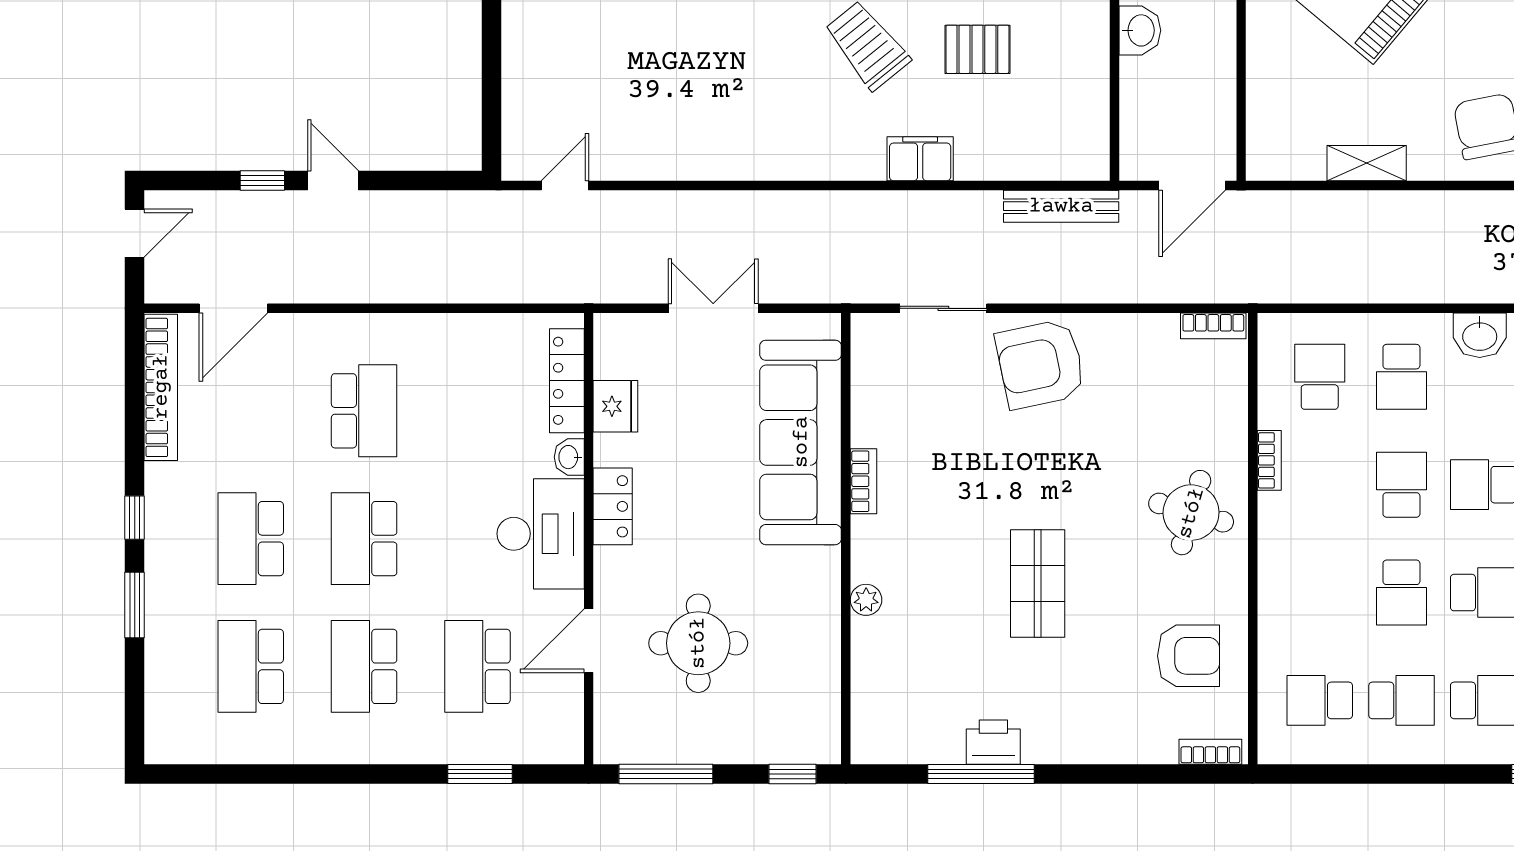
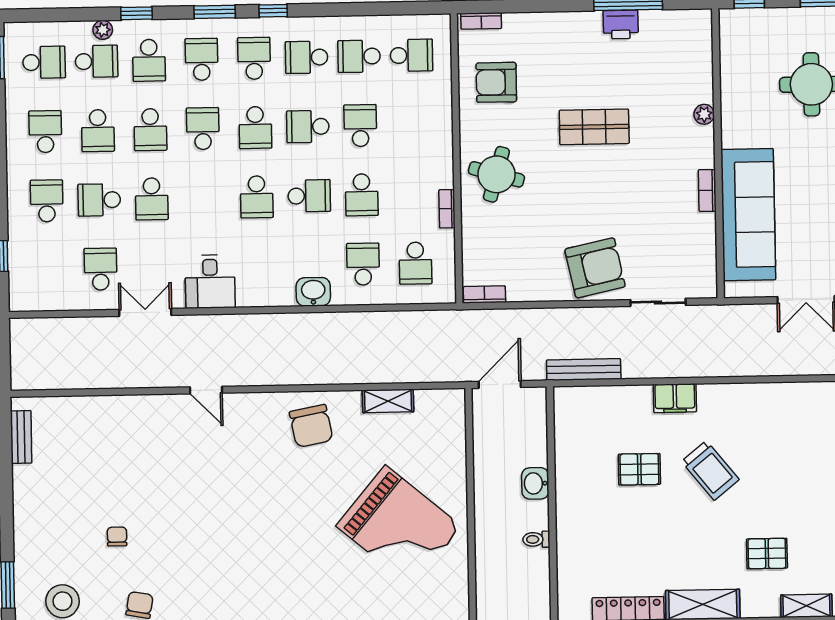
shop shelf: (1038, 584) -> (594, 127), turned 90

